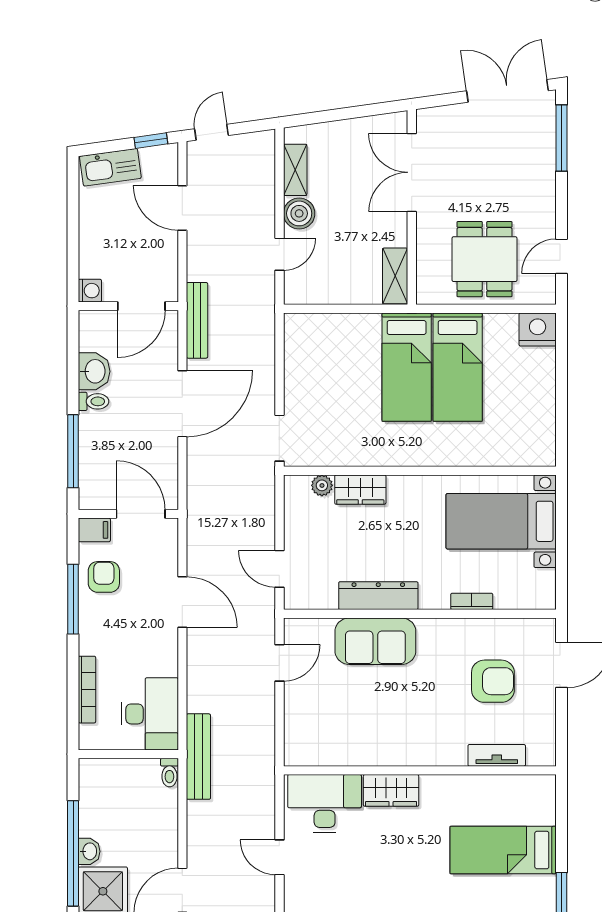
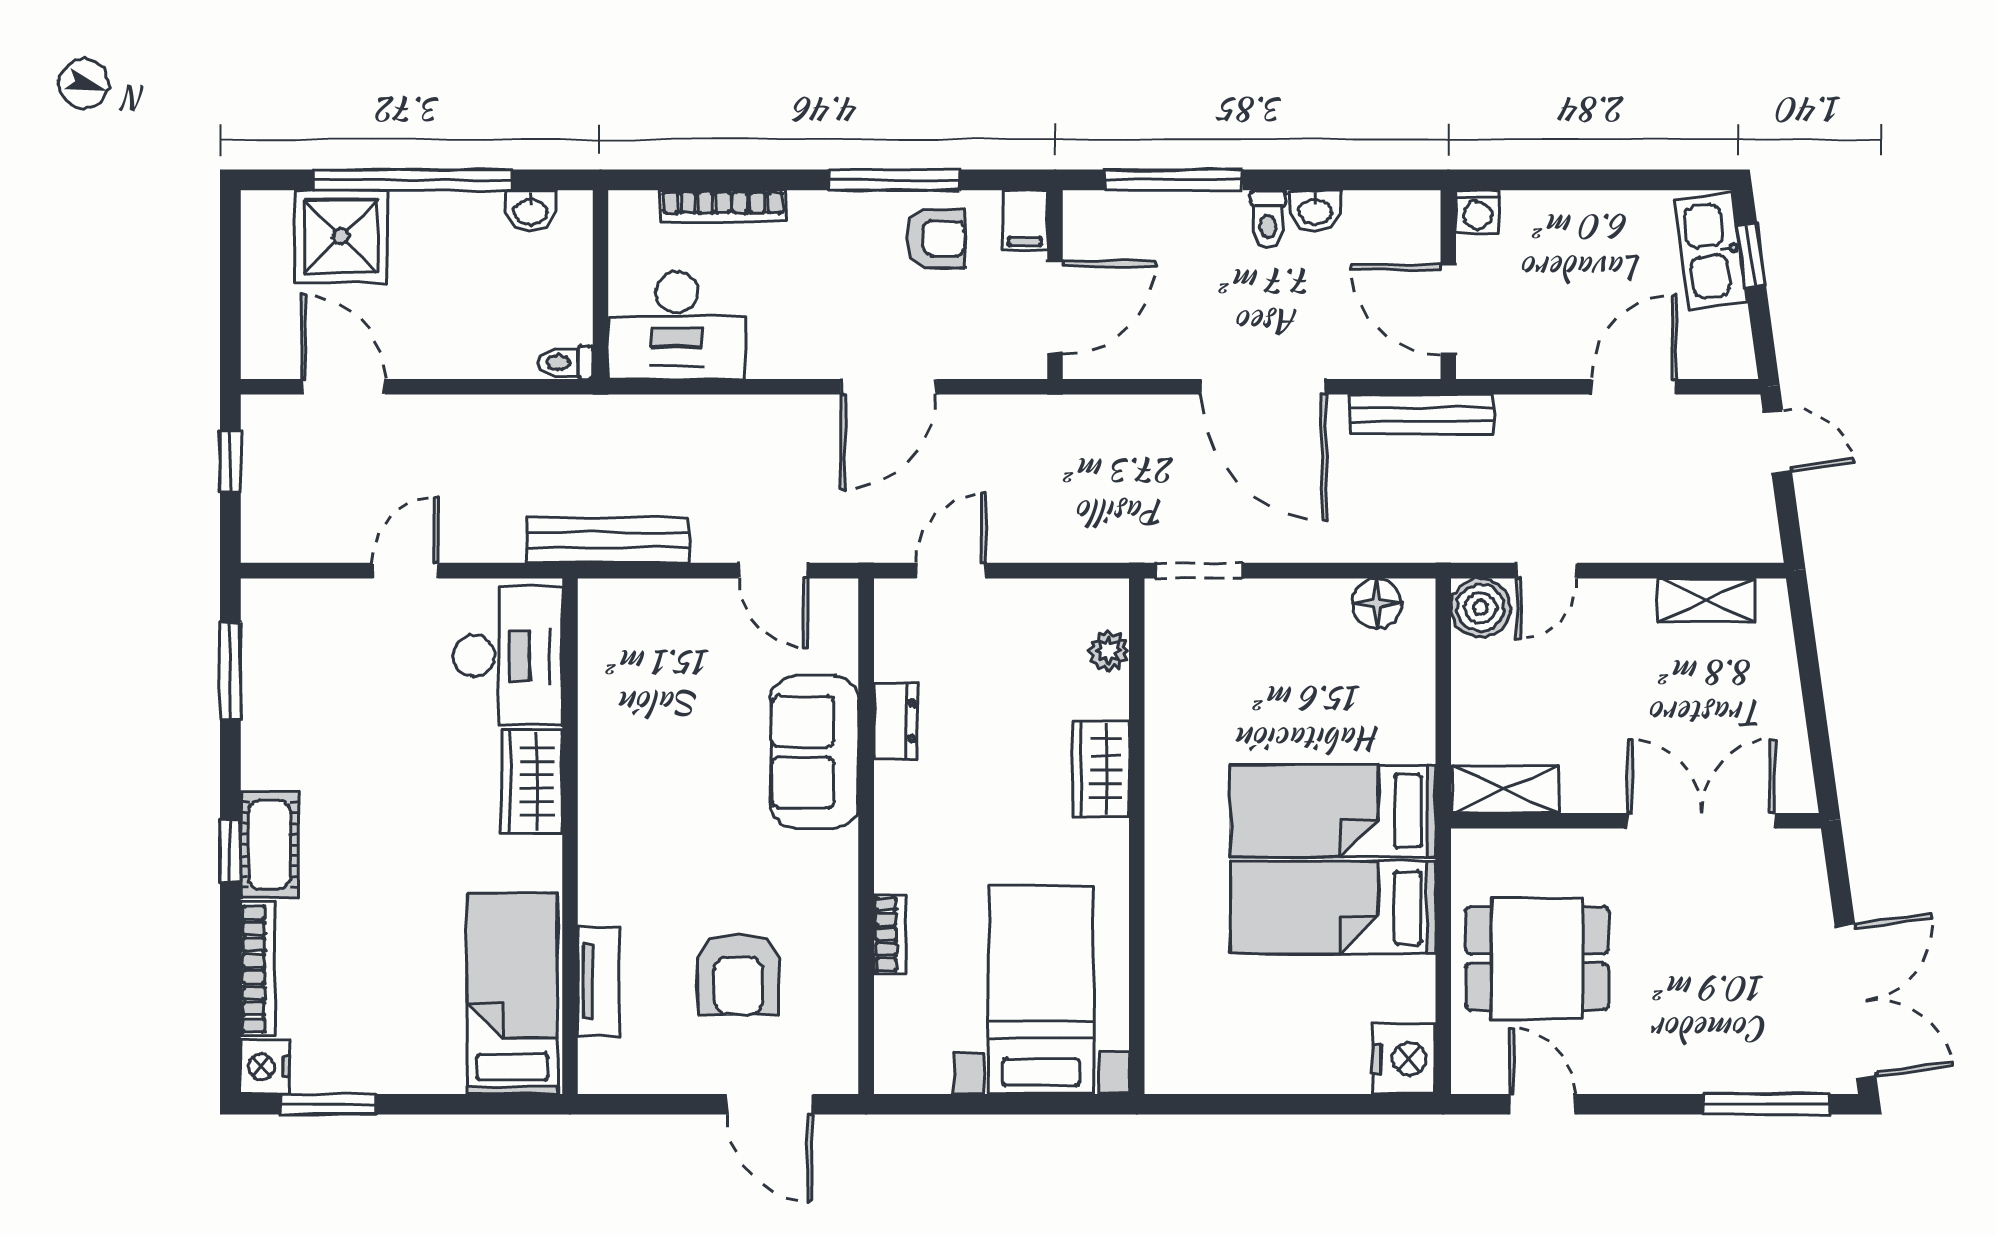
window: (151, 141) -> (1751, 256), moved
boiler: (299, 213) -> (1480, 608), moved
door: (279, 254) -> (1546, 571), hinge flipped
floor lamp: (297, 344) -> (1377, 603), added
washbasin: (94, 371) -> (1315, 211), width x0.72, depth x0.69
wardrobe: (360, 490) -> (1101, 769), moved
dresser: (378, 596) -> (895, 721), width x0.51, depth x0.80
bench: (198, 757) -> (608, 540), moved
bed: (503, 850) -> (512, 994), moved
washbasin: (89, 851) -> (531, 211), moved

